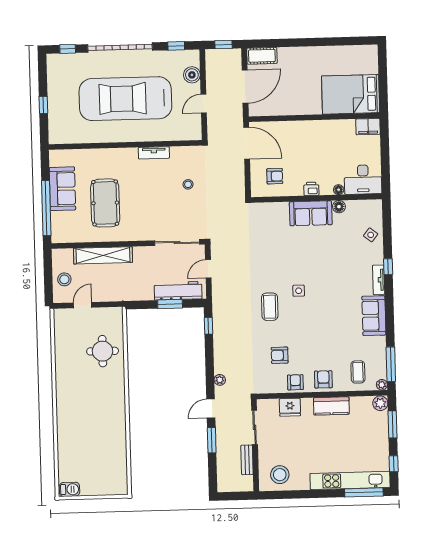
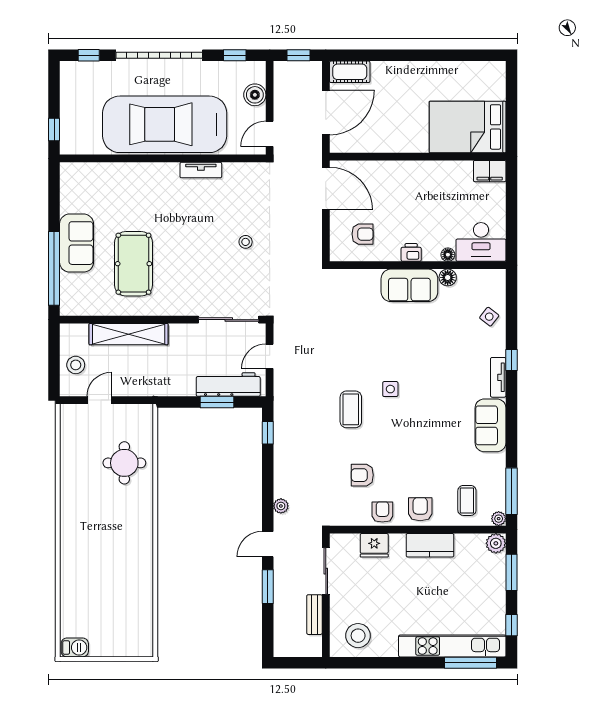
wall: (125, 145) -> (163, 158), moved
tv unit: (154, 153) -> (201, 170), moved

